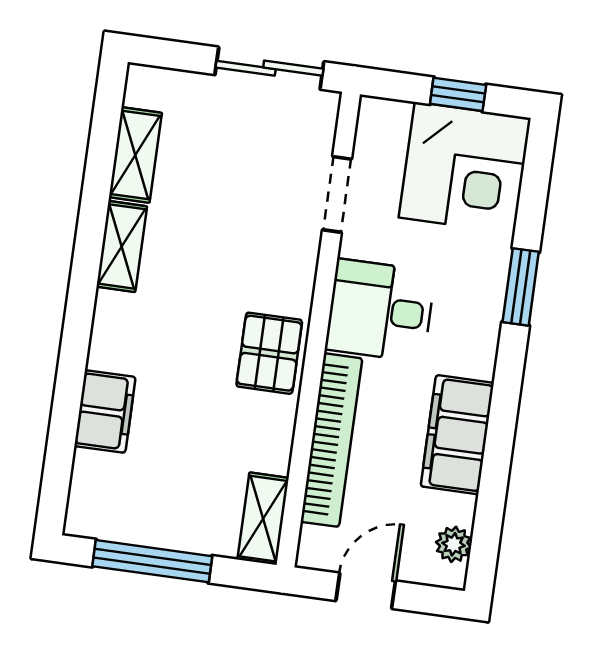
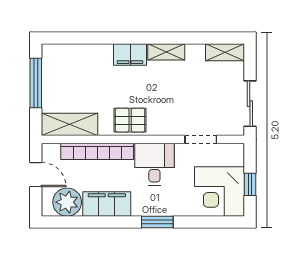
shelving: (135, 155) -> (225, 52), moved
window: (521, 287) -> (157, 222), moved
filing cabinet: (105, 411) -> (130, 54), moved
shelving: (263, 519) -> (69, 124), width x1.50, depth x1.33
plant: (454, 544) -> (67, 202), width x1.88, depth x1.88

